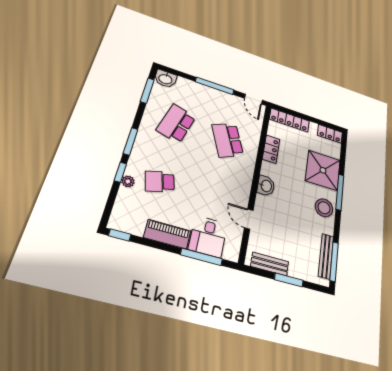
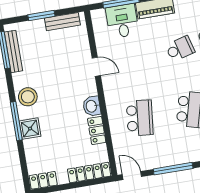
school desk: (228, 140) -> (140, 118), turned 30
shower: (323, 170) -> (30, 129), width x0.54, depth x0.54
washbasin: (266, 186) -> (92, 106), moved
door: (249, 219) -> (96, 67), moved

